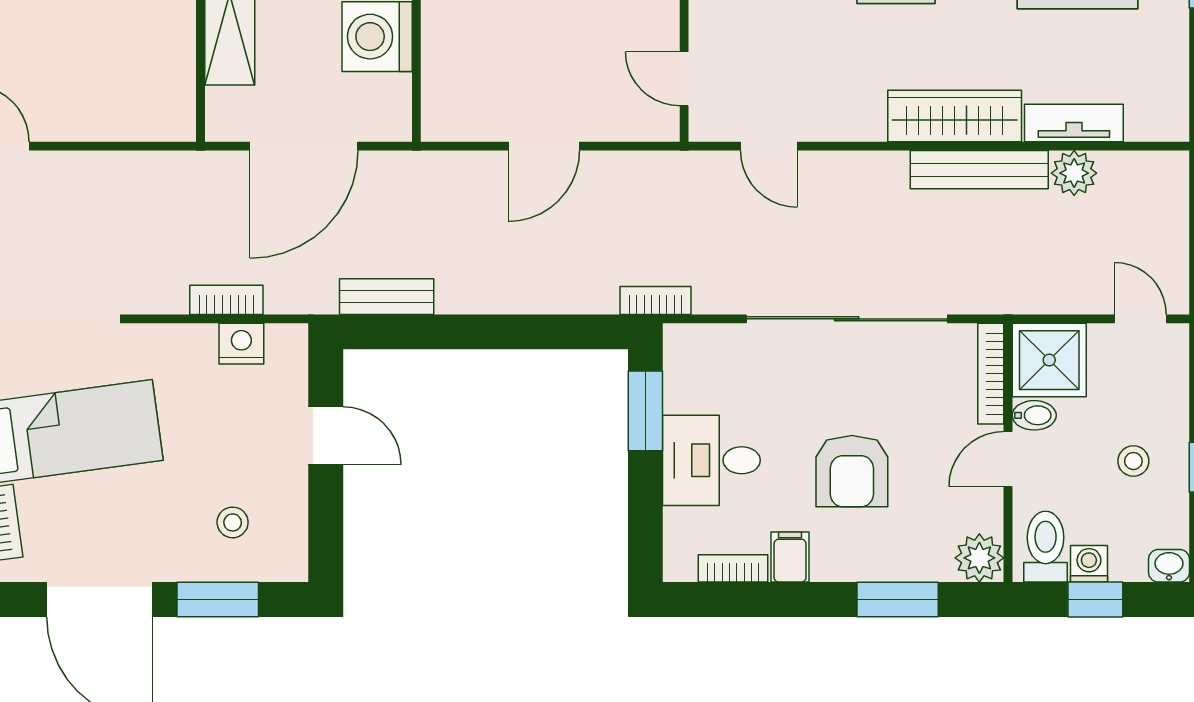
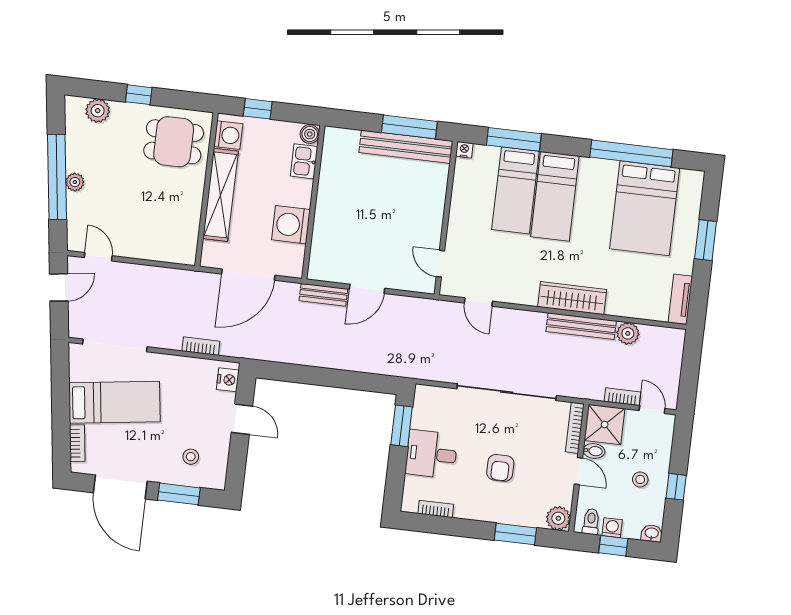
tv unit: (1074, 123) -> (680, 299), moved, turned -90
bench: (387, 297) -> (323, 295), moved
bookcase: (655, 300) -> (622, 397), moved
nightstand: (241, 344) -> (228, 380), moved, turned 90
door: (1008, 459) -> (578, 471), swing flipped
armchair: (852, 471) -> (500, 468), width x0.72, depth x0.72
toilet: (1046, 547) -> (591, 522), width x0.73, depth x0.72
filing cabinet: (790, 557) -> (465, 507), removed

